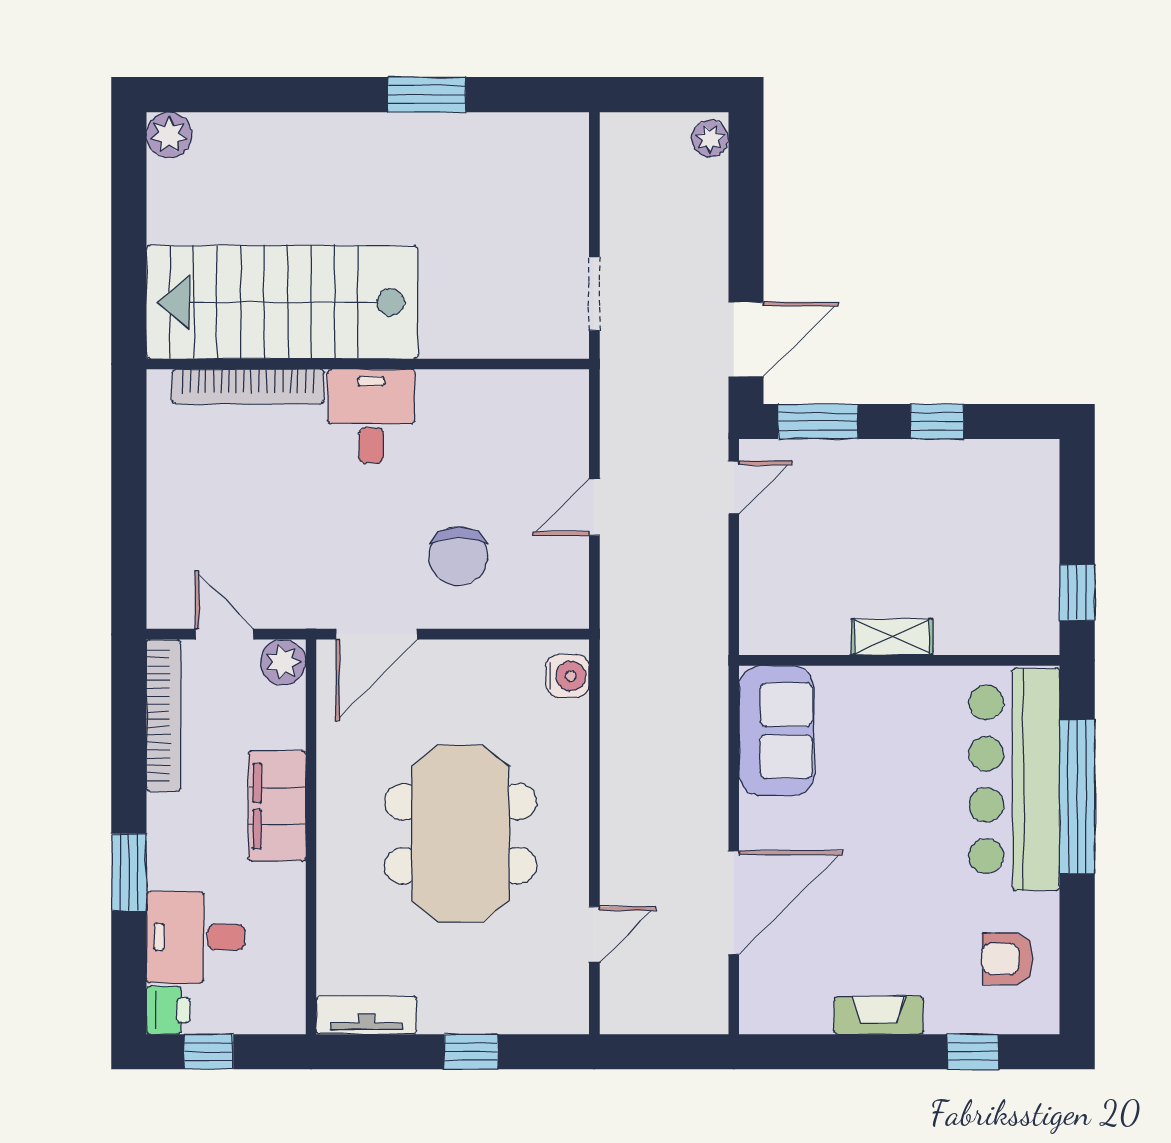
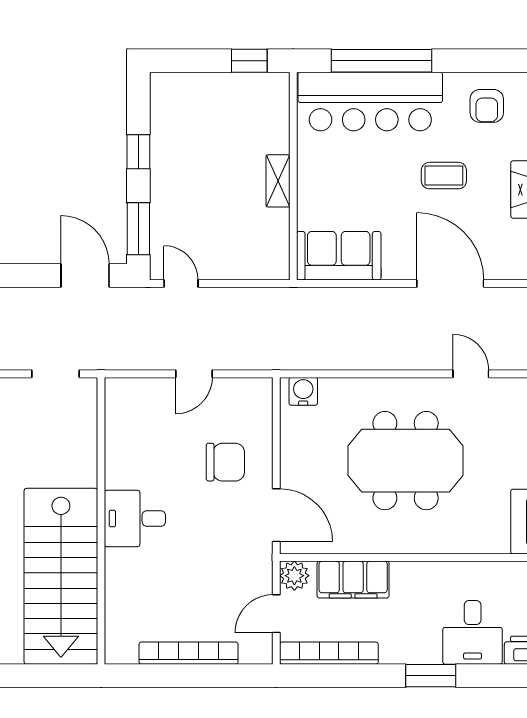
bookcase: (248, 387) -> (189, 653), moved, turned -90
door: (594, 507) -> (194, 374), hinge flipped
filing cabinet: (277, 806) -> (353, 580), moved
coffee table: (900, 893) -> (444, 176), added

